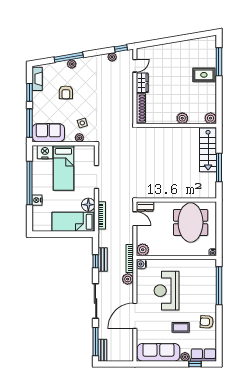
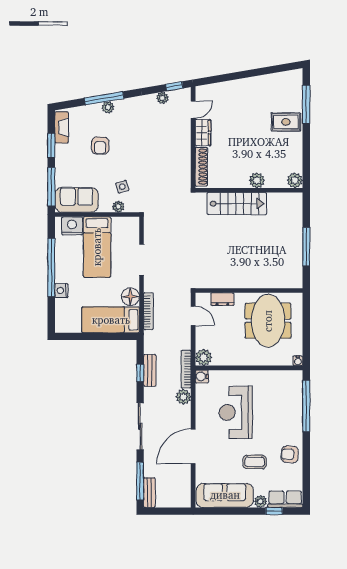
stairs: (208, 150) -> (237, 204), moved, turned -90
dresser: (145, 206) -> (222, 299), moved

